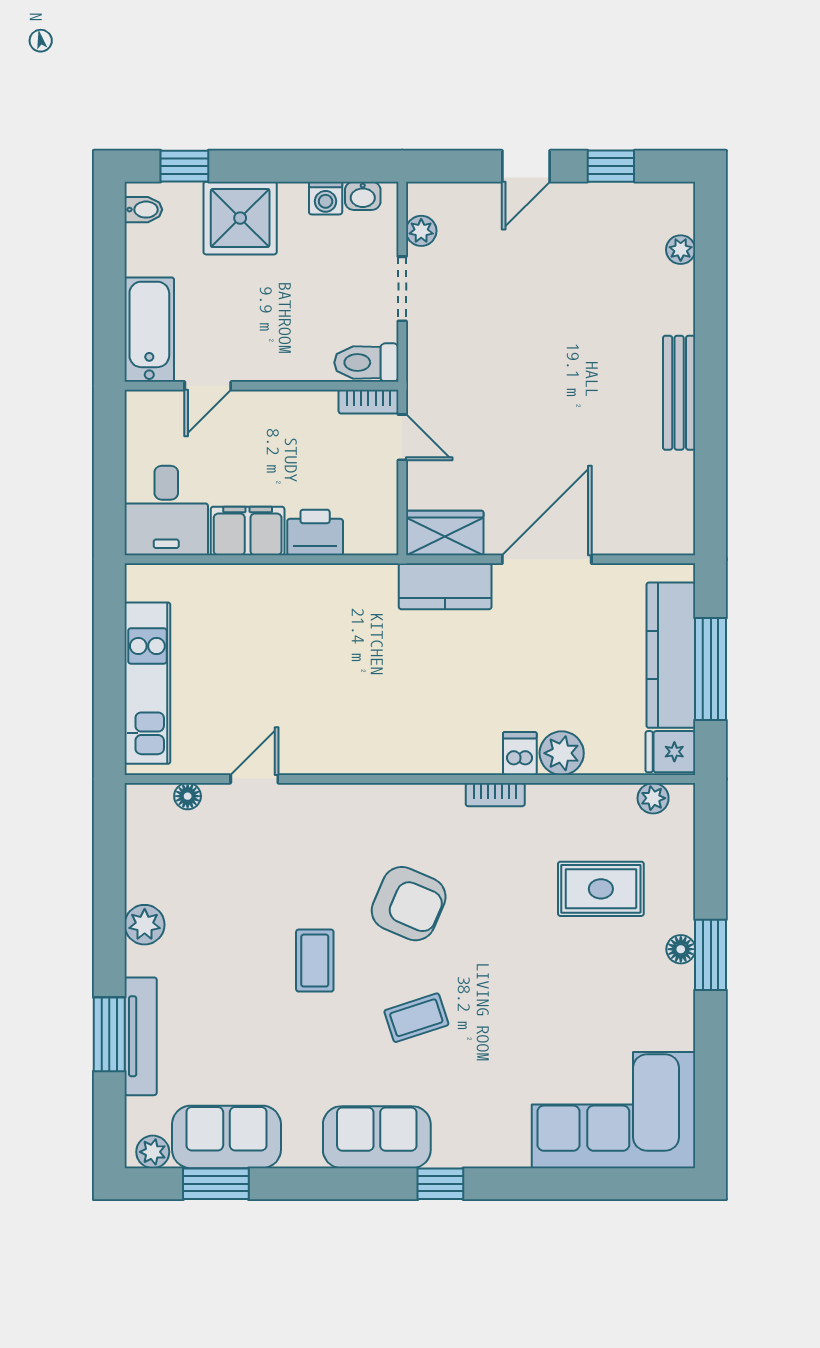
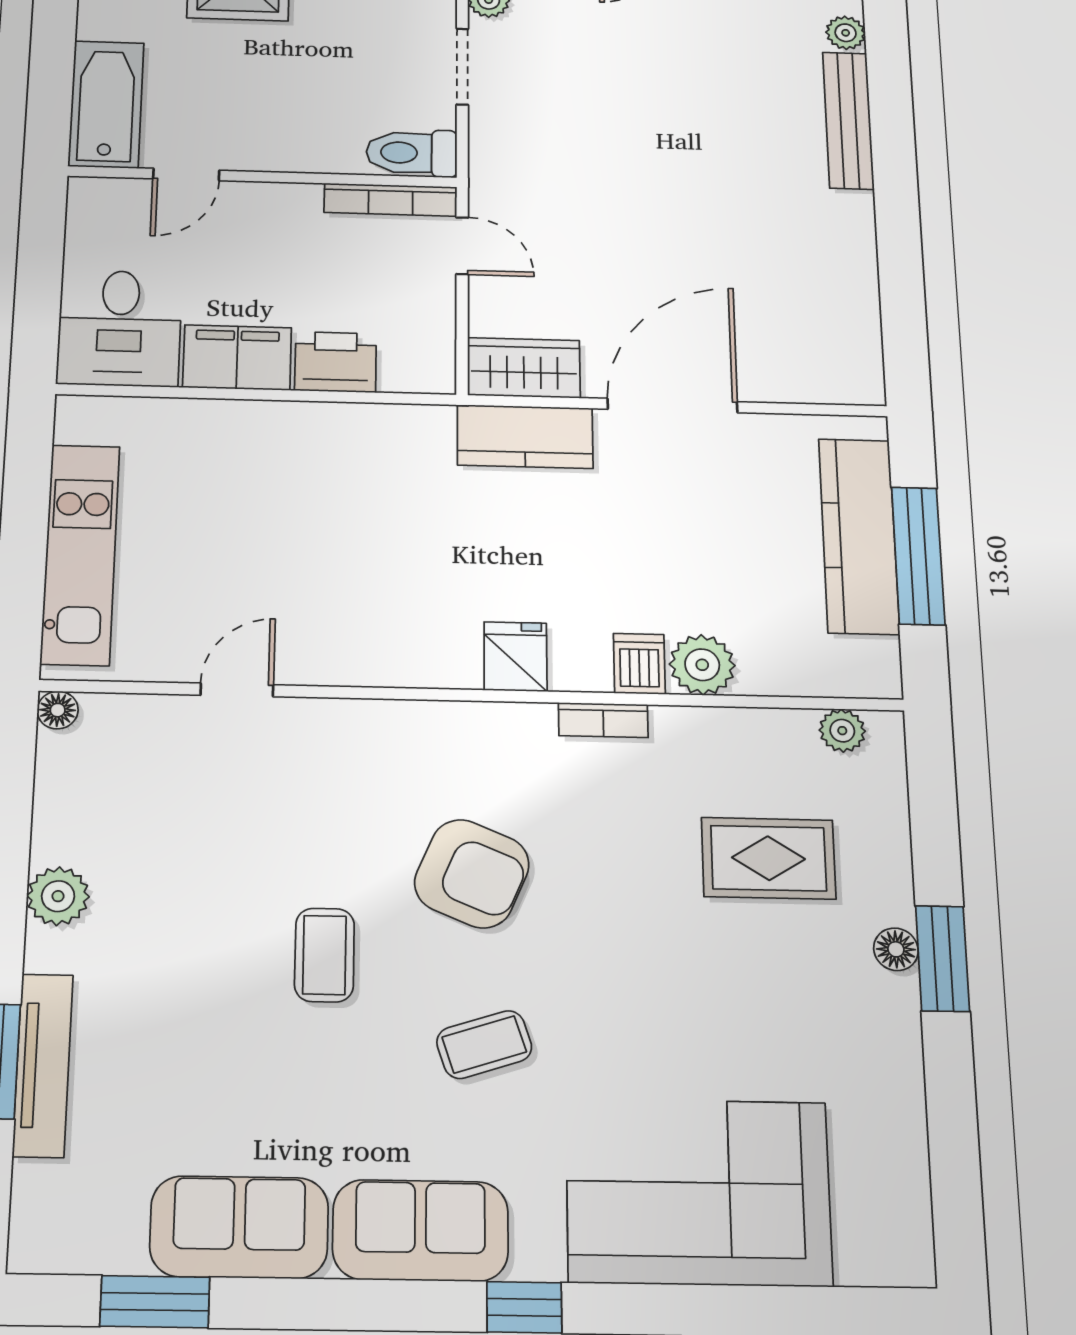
bench: (679, 393) -> (848, 120), moved
bookcase: (368, 402) -> (391, 200), width x1.56
fridge: (670, 752) -> (515, 657), moved, turned 90
floor lamp: (188, 796) -> (58, 710), moved
corner sofa: (614, 1110) -> (698, 1192), moved
sofa: (226, 1137) -> (239, 1227), moved
plant: (153, 1152) -> (53, 1248), removed

